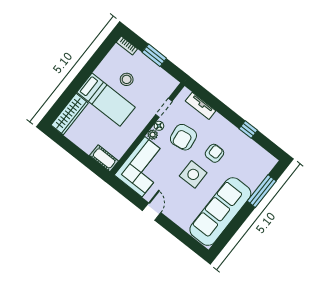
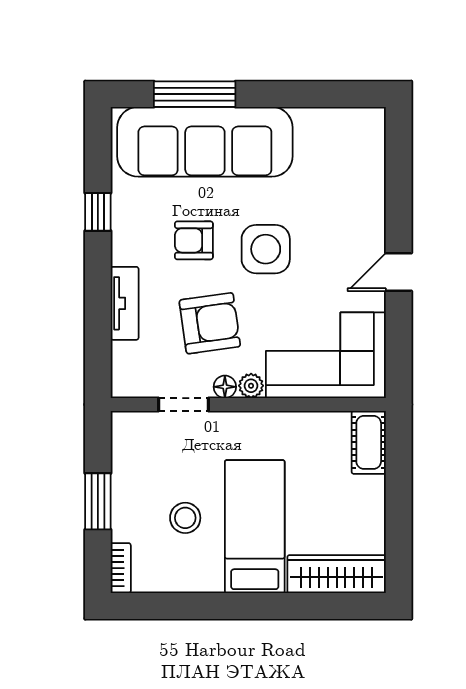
tv unit: (201, 106) -> (125, 303), moved
sofa: (220, 212) -> (205, 142), moved

